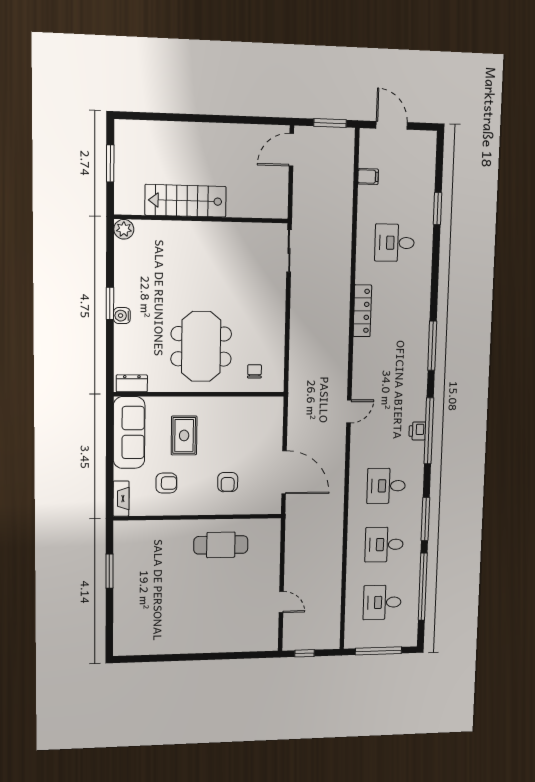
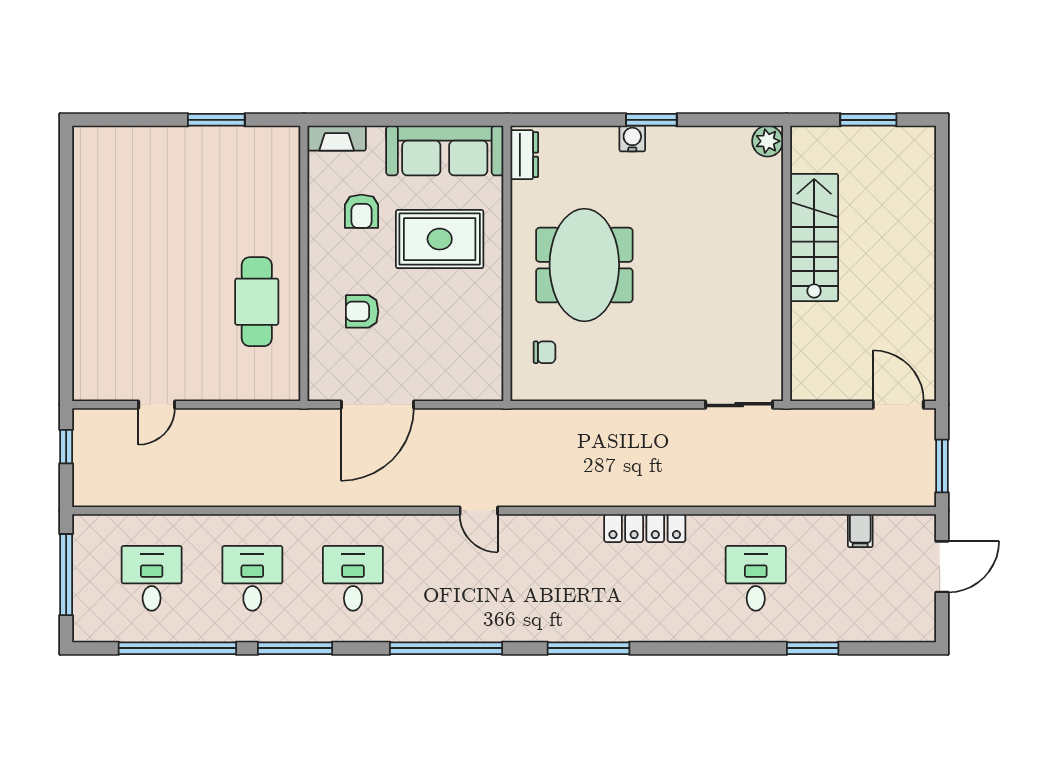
meeting table: (201, 346) -> (584, 265), turned 90
printer: (417, 431) -> (446, 629), removed
rug: (184, 435) -> (440, 239), width x1.36, depth x1.43

